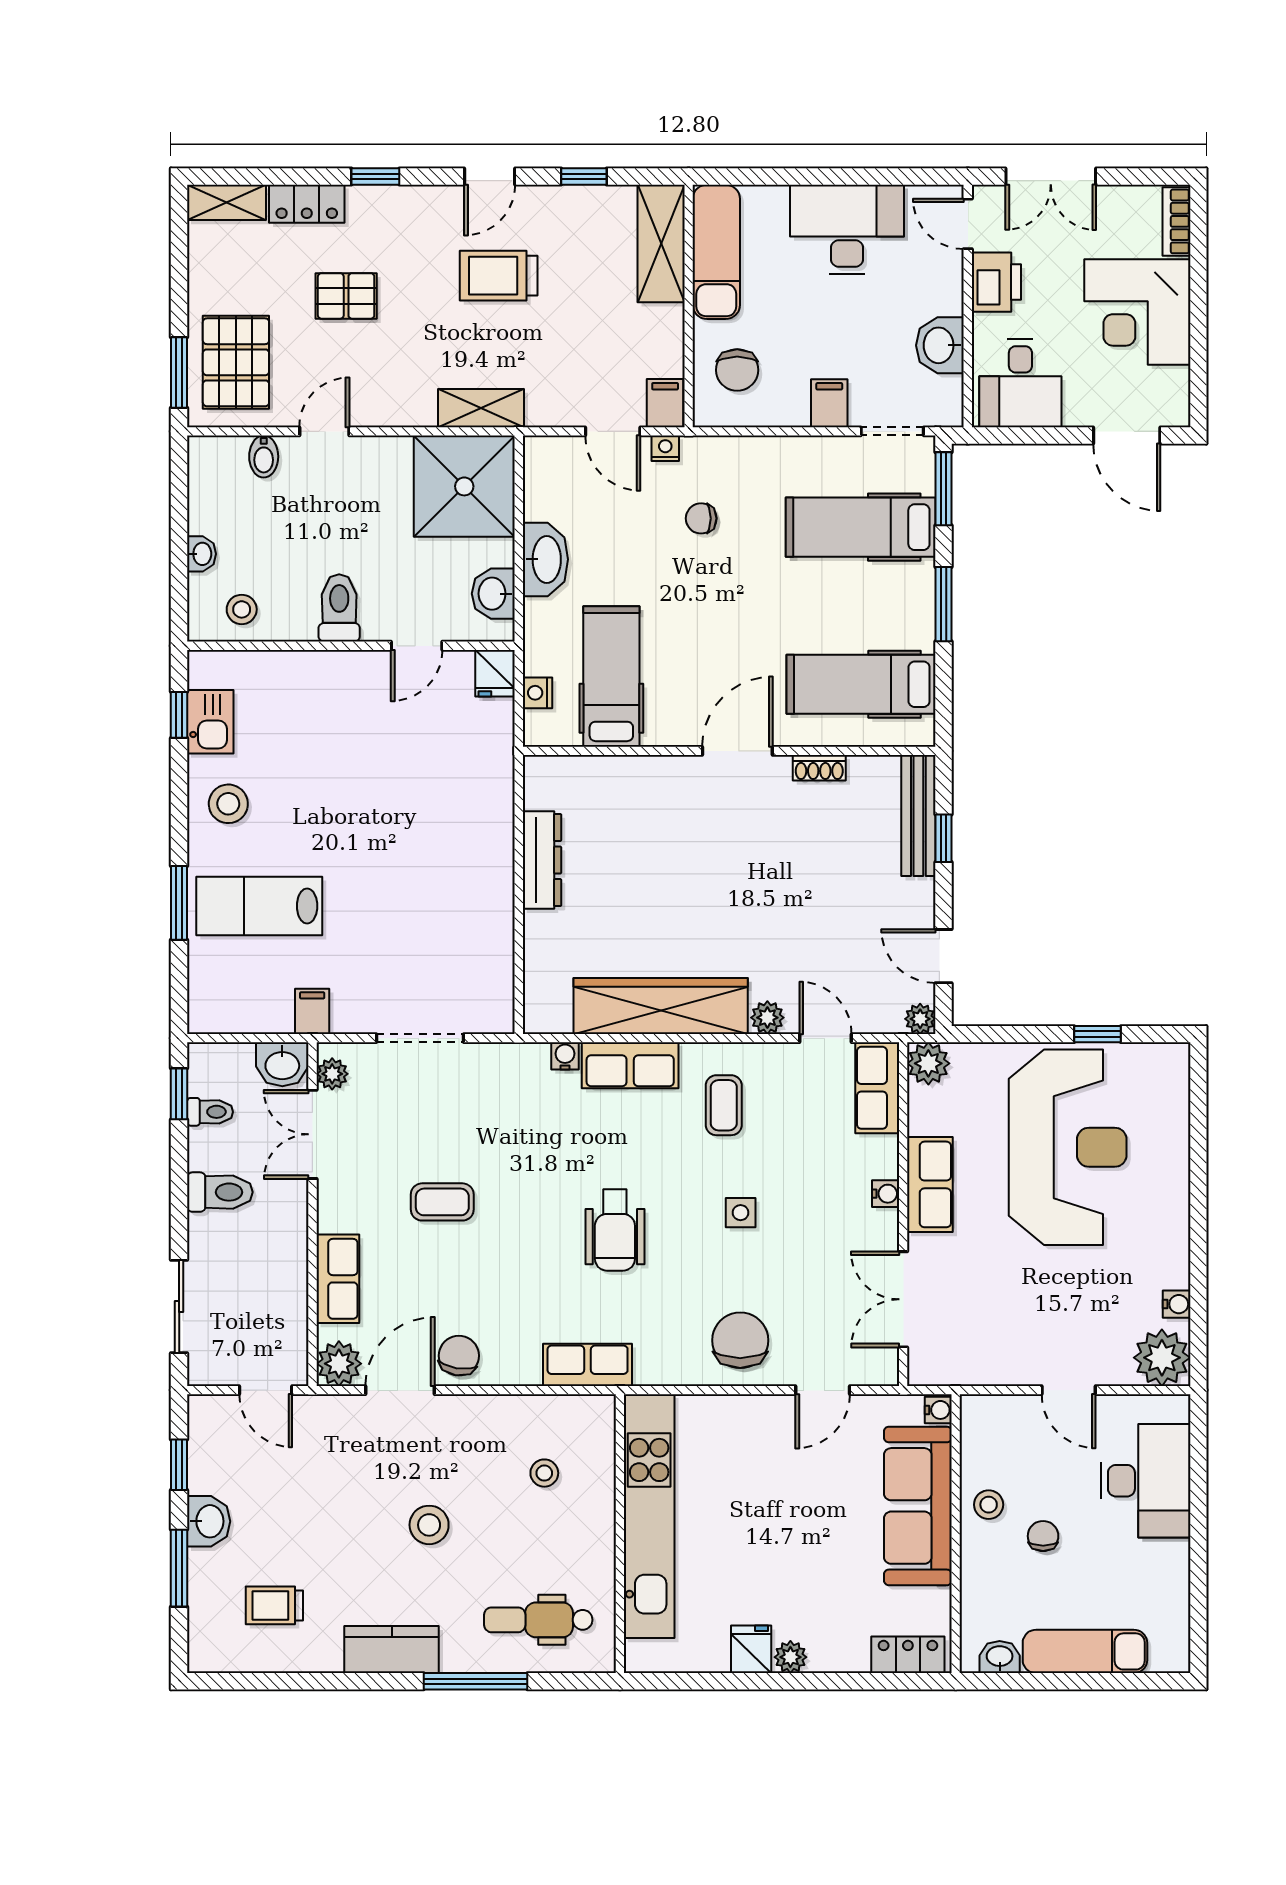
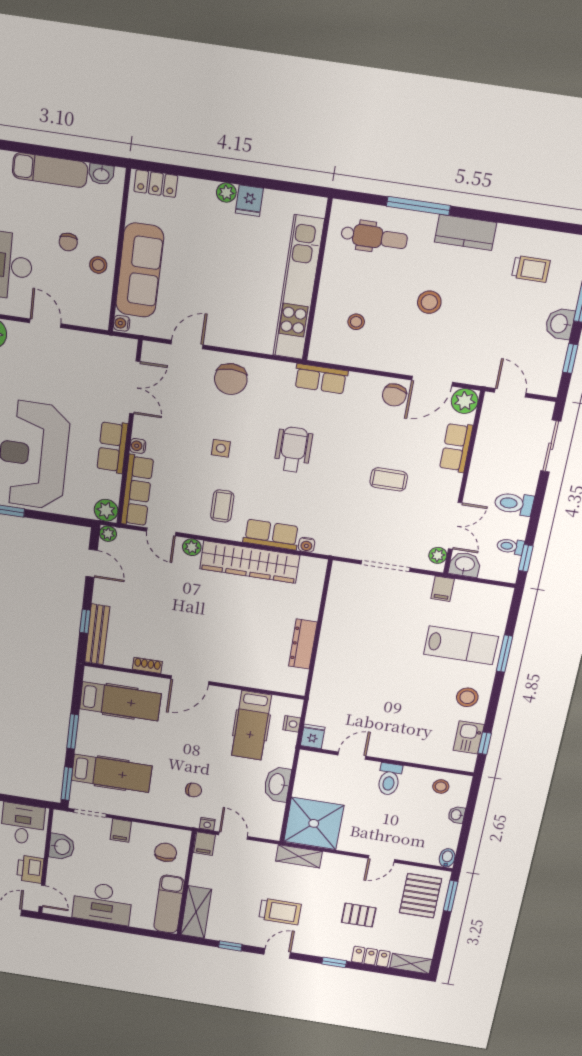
bidet: (264, 457) -> (447, 858), moved
washbasin: (493, 594) -> (307, 773), removed
row of seats: (877, 1088) -> (137, 491), width x1.48

